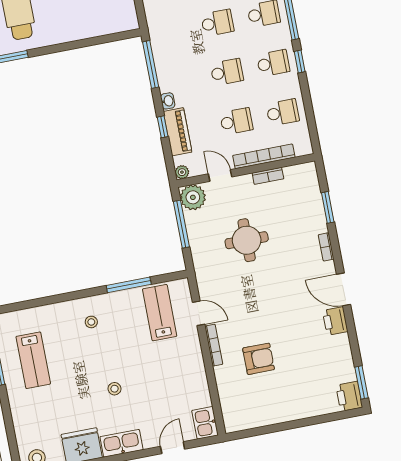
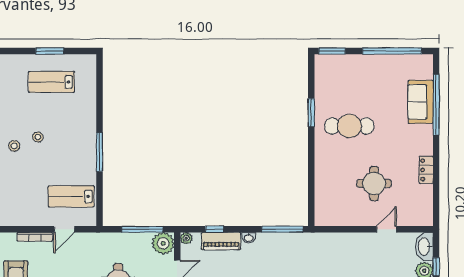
window: (163, 127) -> (214, 229), moved
window: (129, 285) -> (100, 152), moved
lab bench: (160, 313) -> (71, 196), turned 180
stool: (91, 322) -> (38, 137), moved

